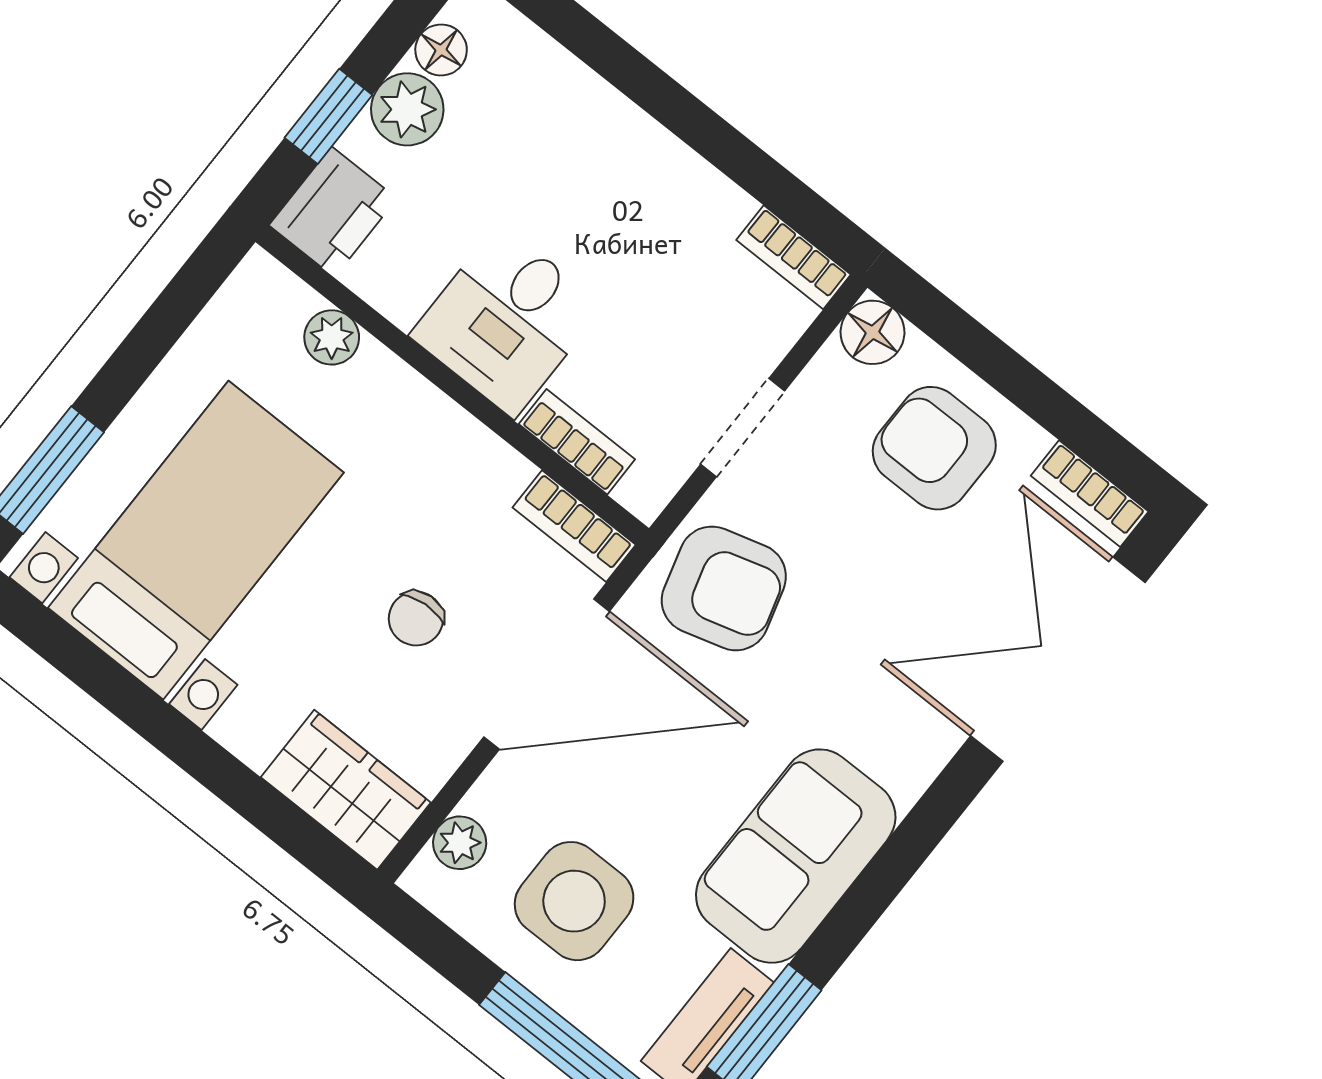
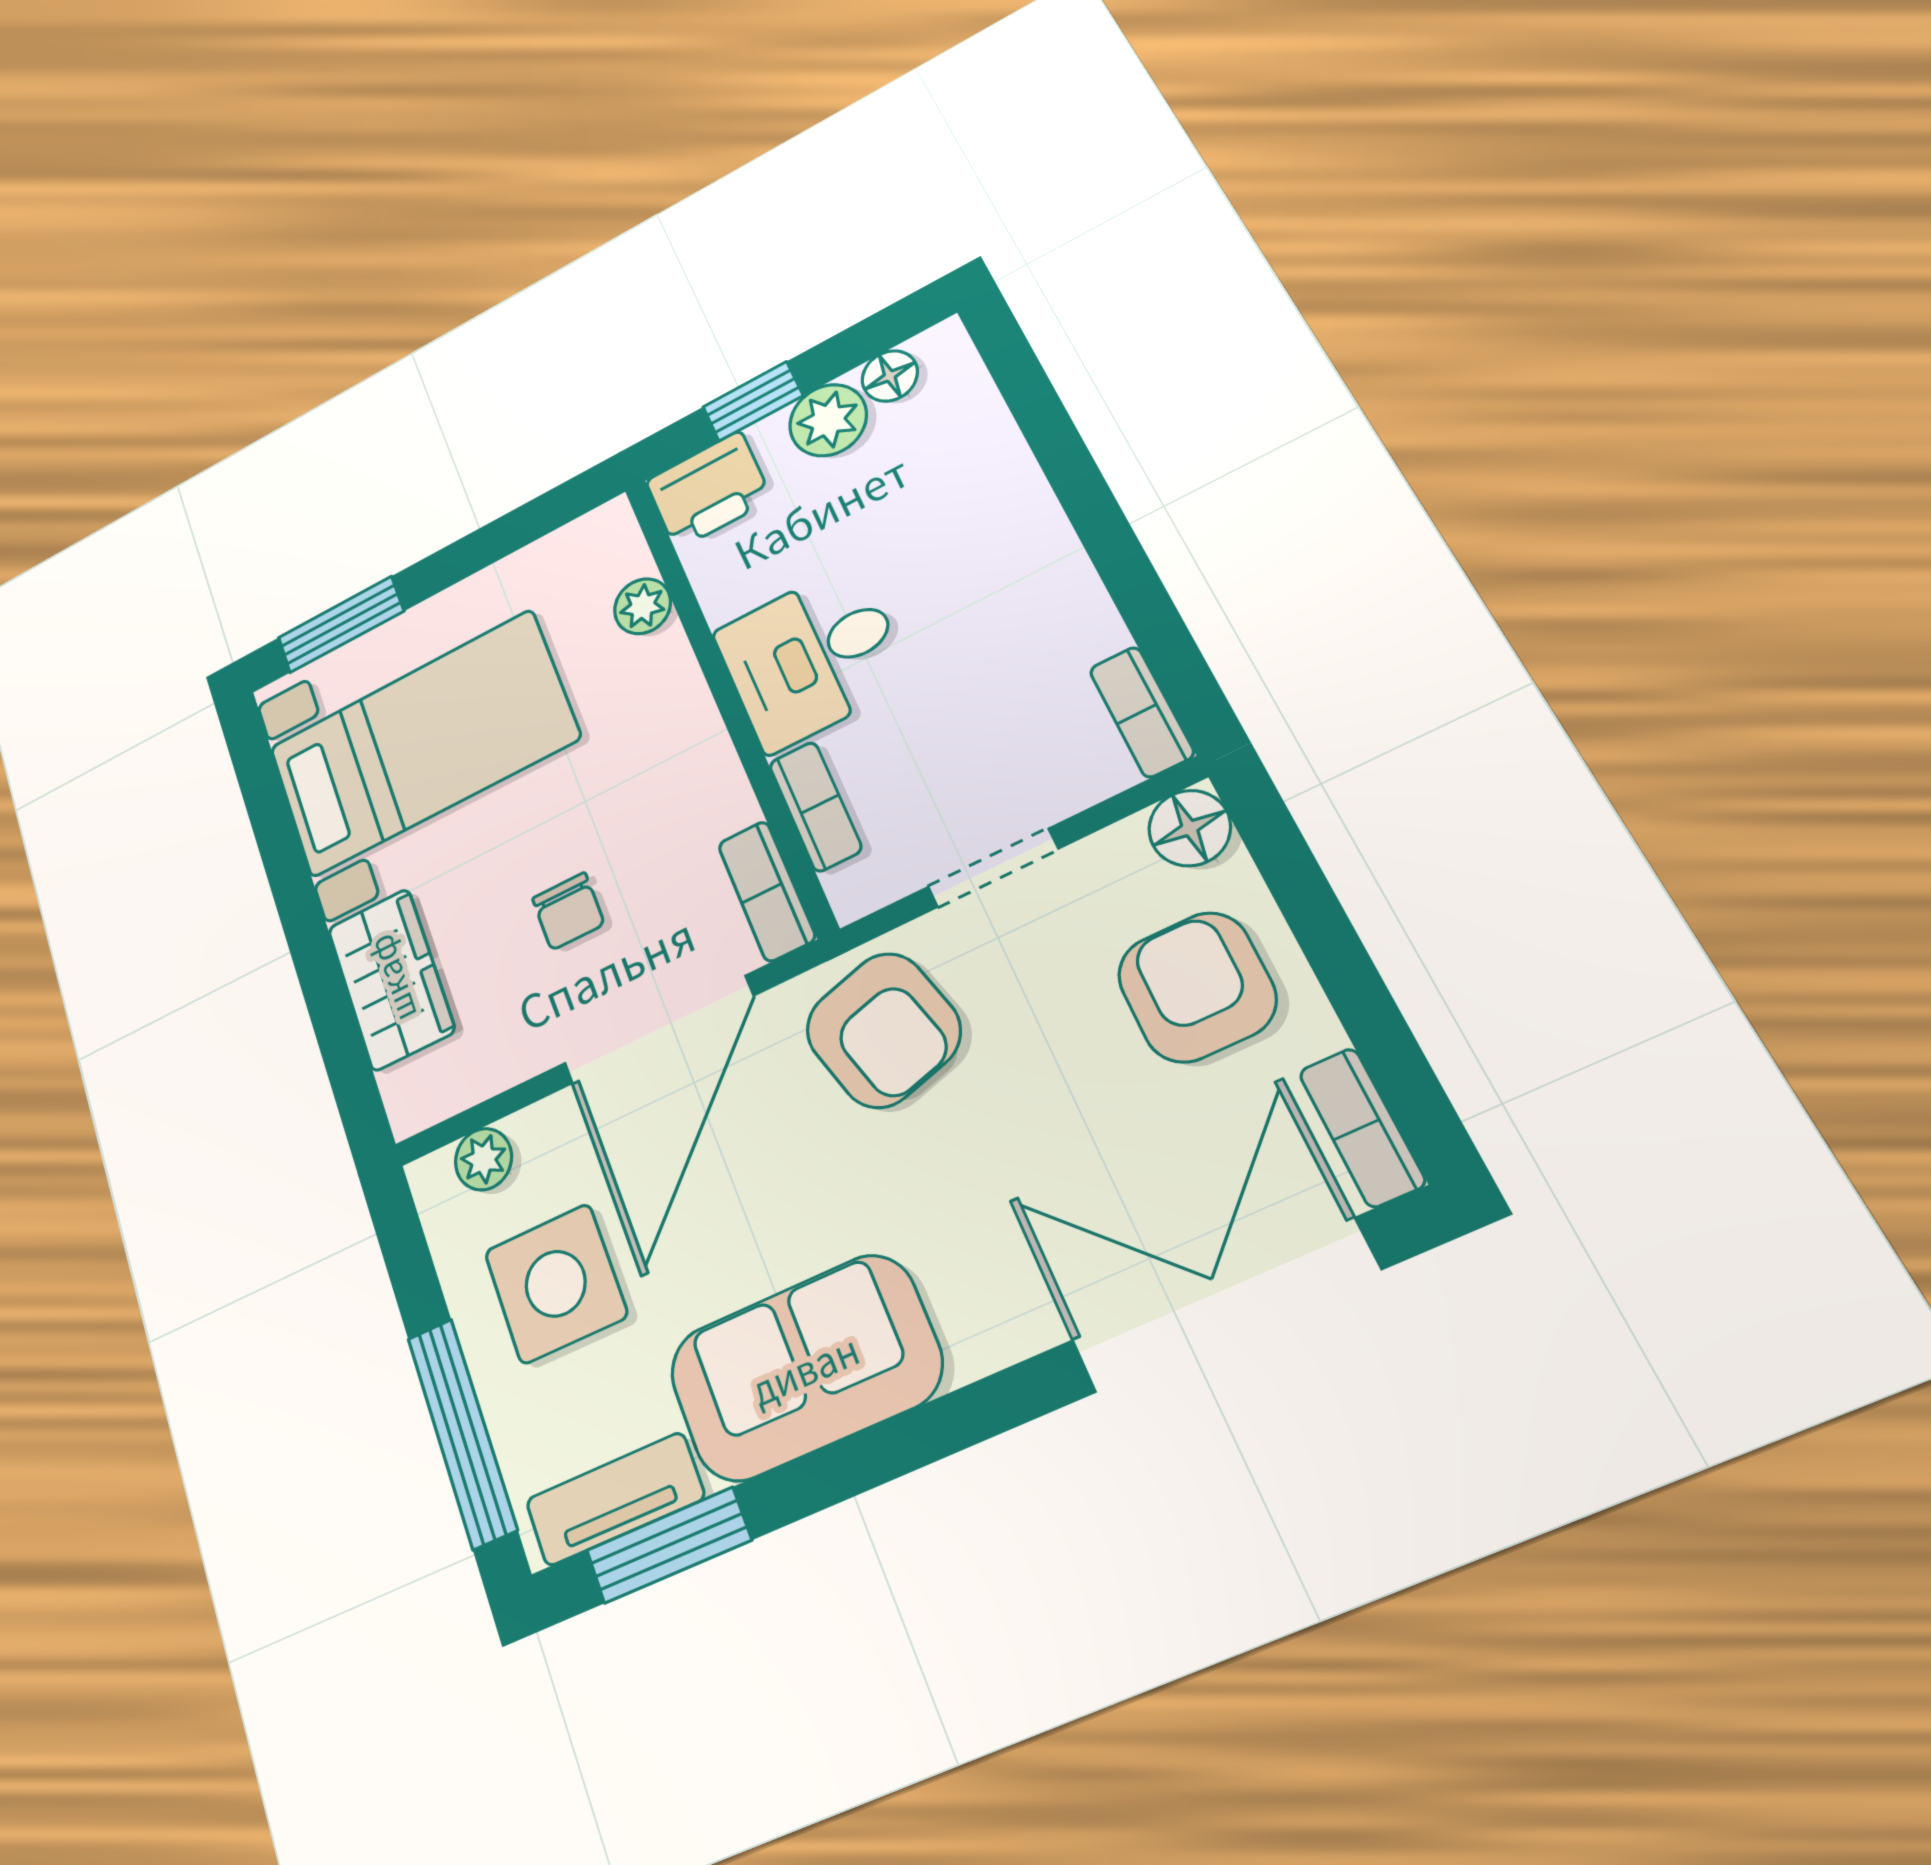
chair: (416, 619) -> (568, 911), turned -86
door: (547, 674) -> (658, 1030), hinge flipped
wardrobe: (346, 790) -> (391, 979), moved

